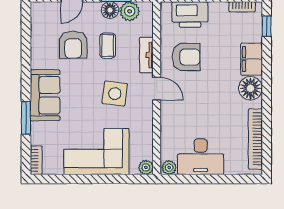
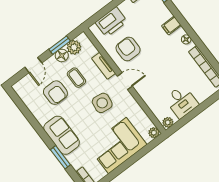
armchair: (186, 57) -> (128, 49), turned -90
filing cabinet: (252, 59) -> (171, 26), width x0.50
floor lamp: (250, 88) -> (186, 39), width x0.53, depth x0.53
desk: (201, 157) -> (182, 102), width x0.73

